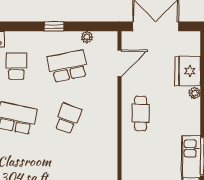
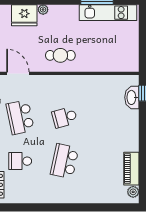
school desk: (68, 118) -> (65, 117), turned -36

